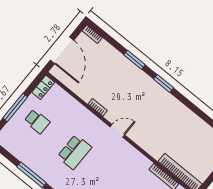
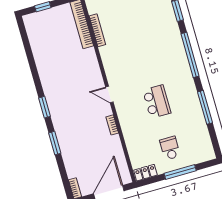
school desk: (74, 152) -> (157, 102), turned 90

